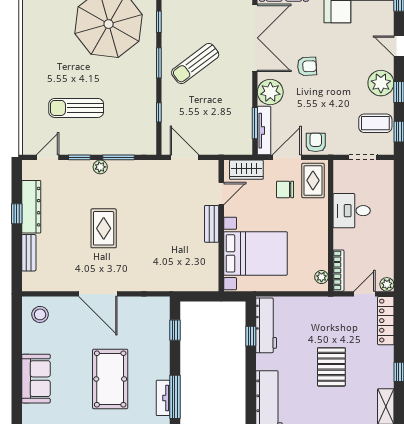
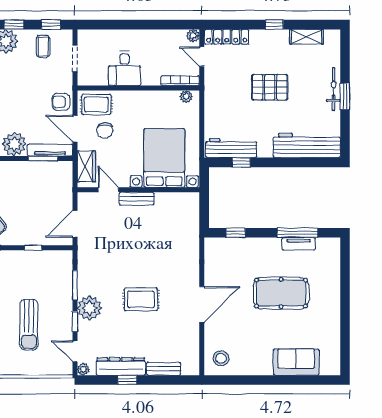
coffee table: (375, 123) -> (43, 46), width x0.73, depth x0.77
plant: (28, 166) -> (83, 369), added
plant: (100, 167) -> (90, 308), width x1.87, depth x1.87
sofa: (36, 379) -> (296, 362), moved

